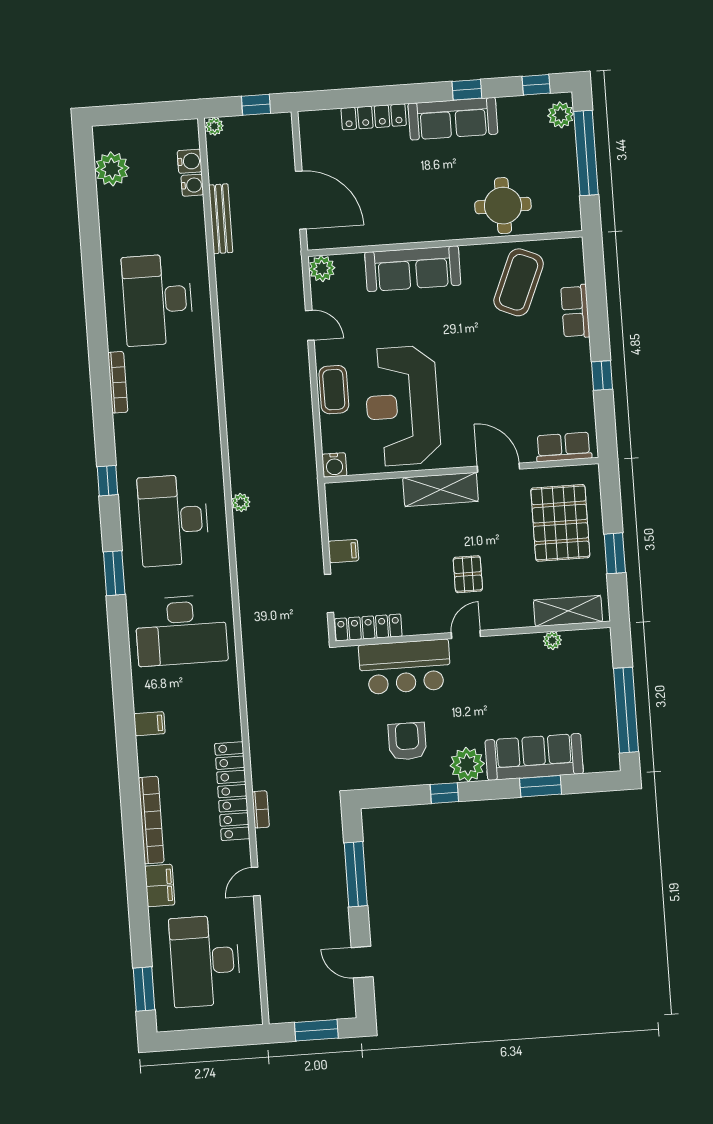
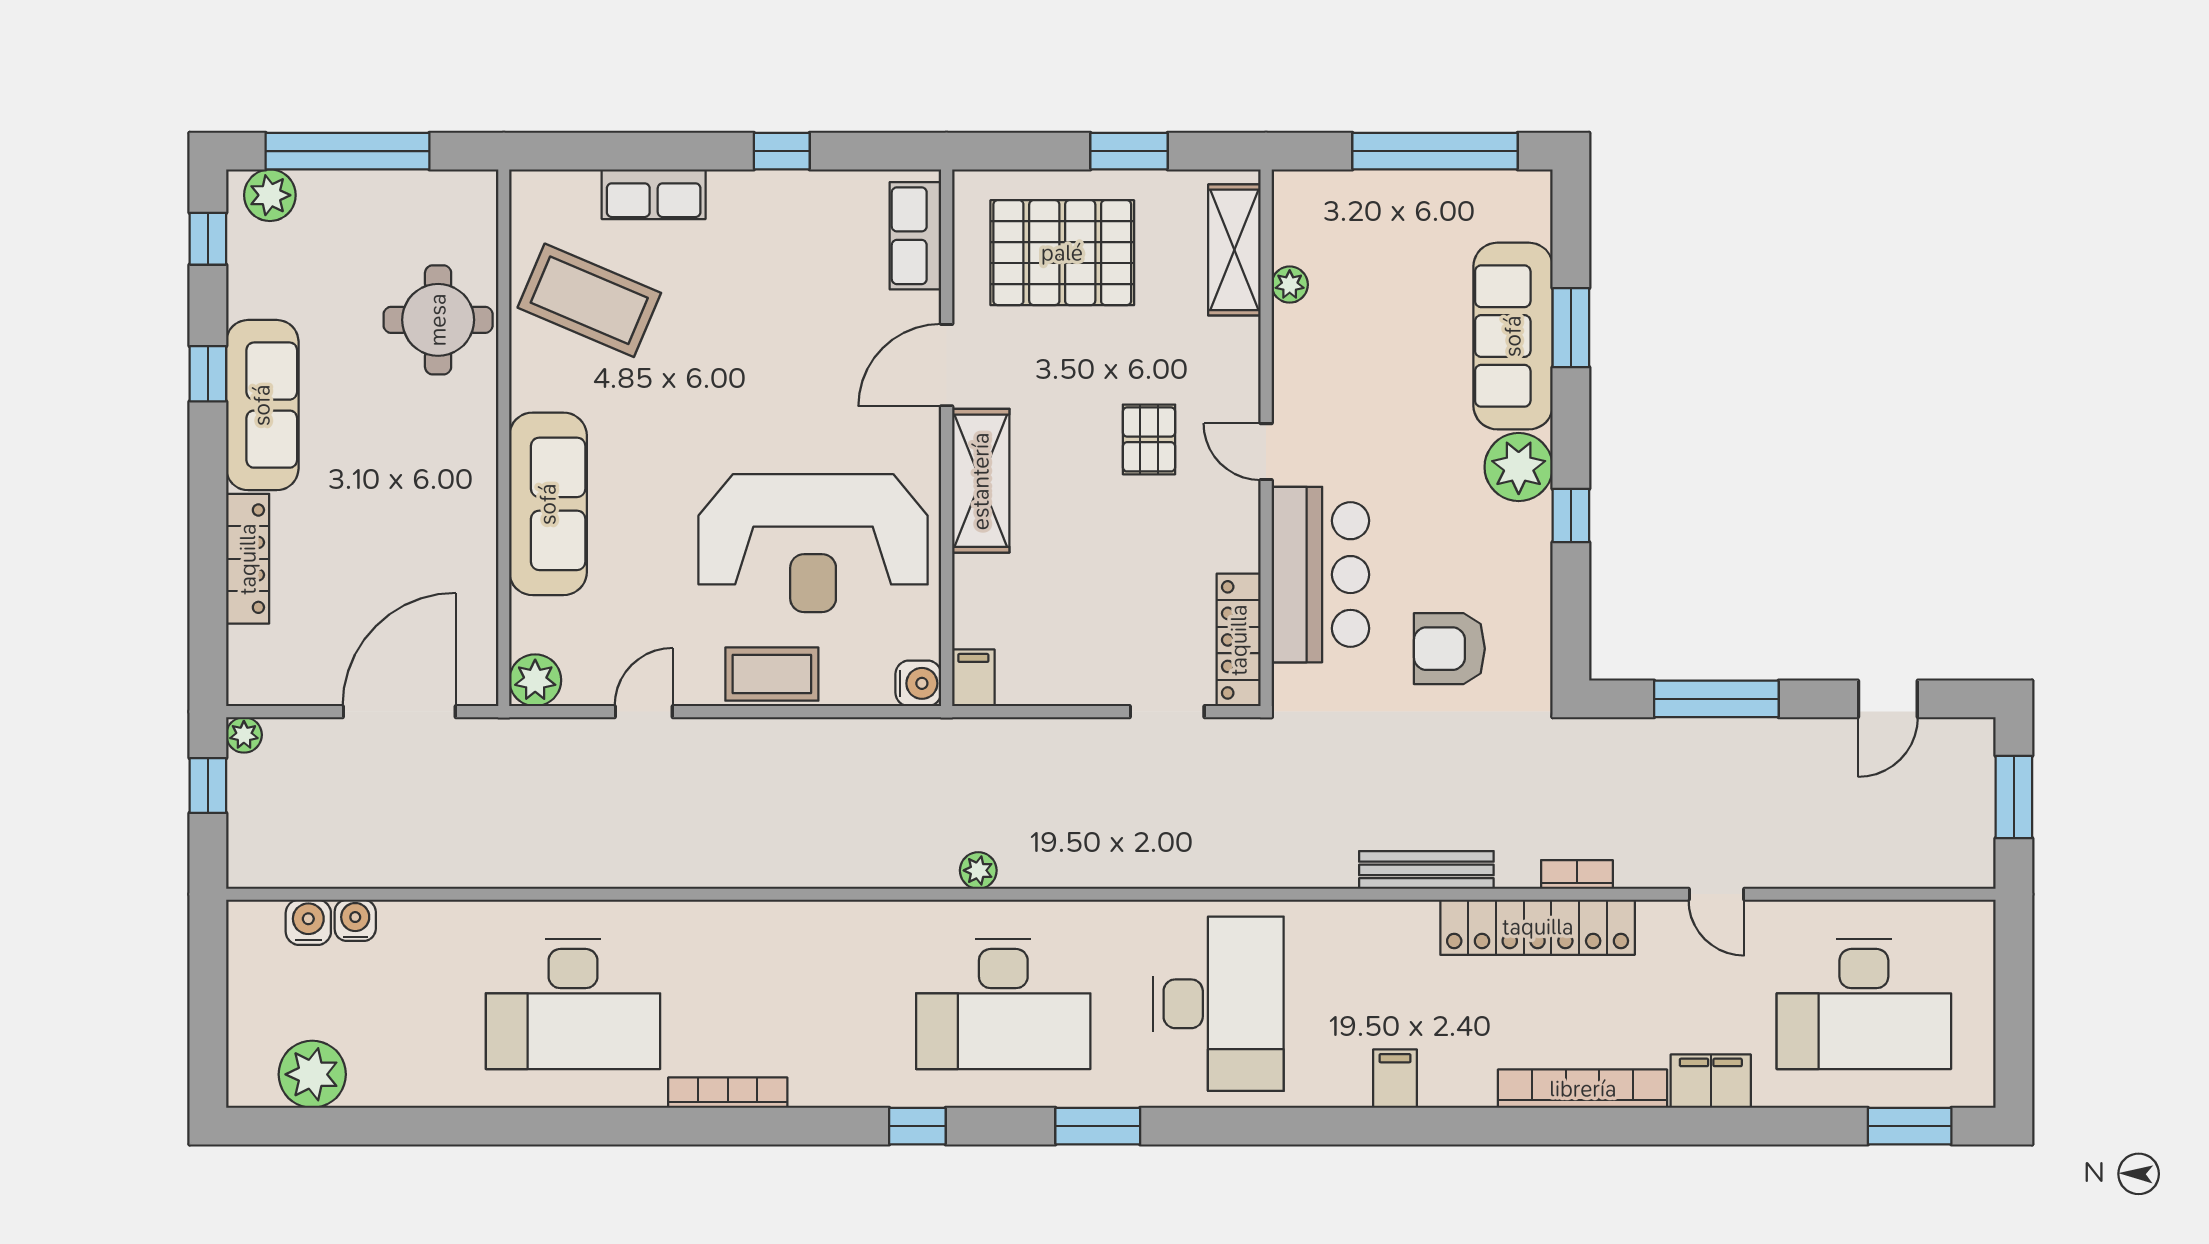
plant: (214, 126) -> (244, 735), moved
bench: (221, 219) -> (1426, 870), moved
filing cabinet: (343, 551) -> (973, 678), moved
pallet: (468, 574) -> (1149, 439), turned 90
armchair: (407, 741) -> (1449, 649), moved

